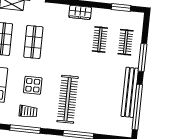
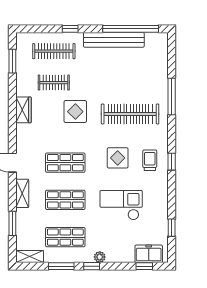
clothes rail: (126, 42) -> (54, 51), width x1.36
display table: (74, 55) -> (75, 112), added
window: (142, 57) -> (70, 29), width x0.46
window: (25, 129) -> (172, 162), width x0.46

